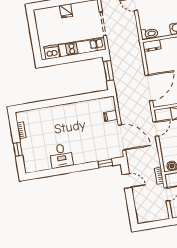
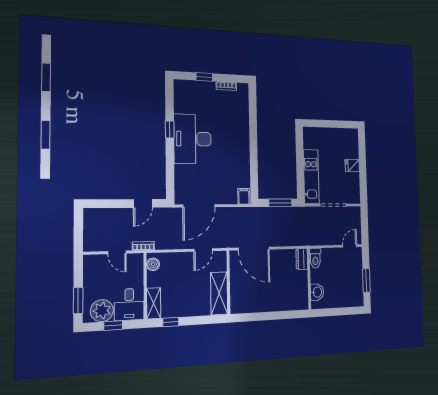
dishwasher: (52, 52) -> (310, 140), removed
filing cabinet: (111, 116) -> (244, 196), moved
door: (156, 129) -> (203, 250), hinge flipped
desk: (61, 156) -> (192, 139), width x1.87, depth x1.30
window: (105, 163) -> (170, 129), moved

